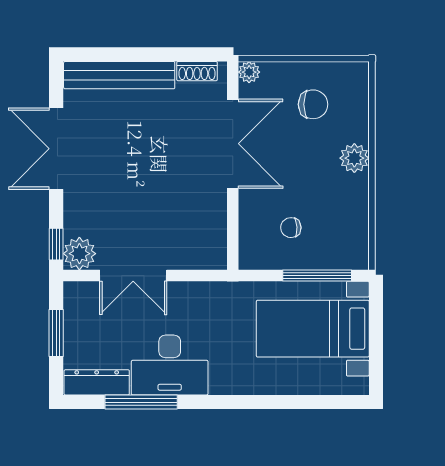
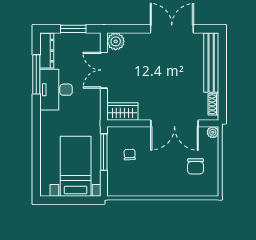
plant: (354, 158) -> (167, 188), removed
wardrobe: (210, 241) -> (122, 111), added
window: (56, 244) -> (121, 29), removed
window: (317, 275) -> (104, 152), moved

